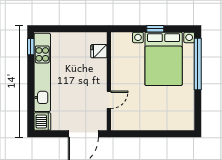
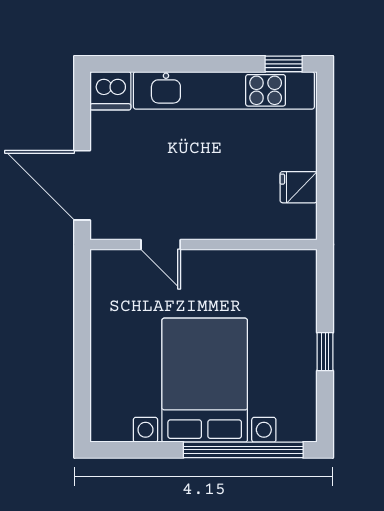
fridge: (99, 51) -> (299, 187), moved, turned -90
bed with nightstands: (164, 59) -> (205, 380), moved, turned 90

